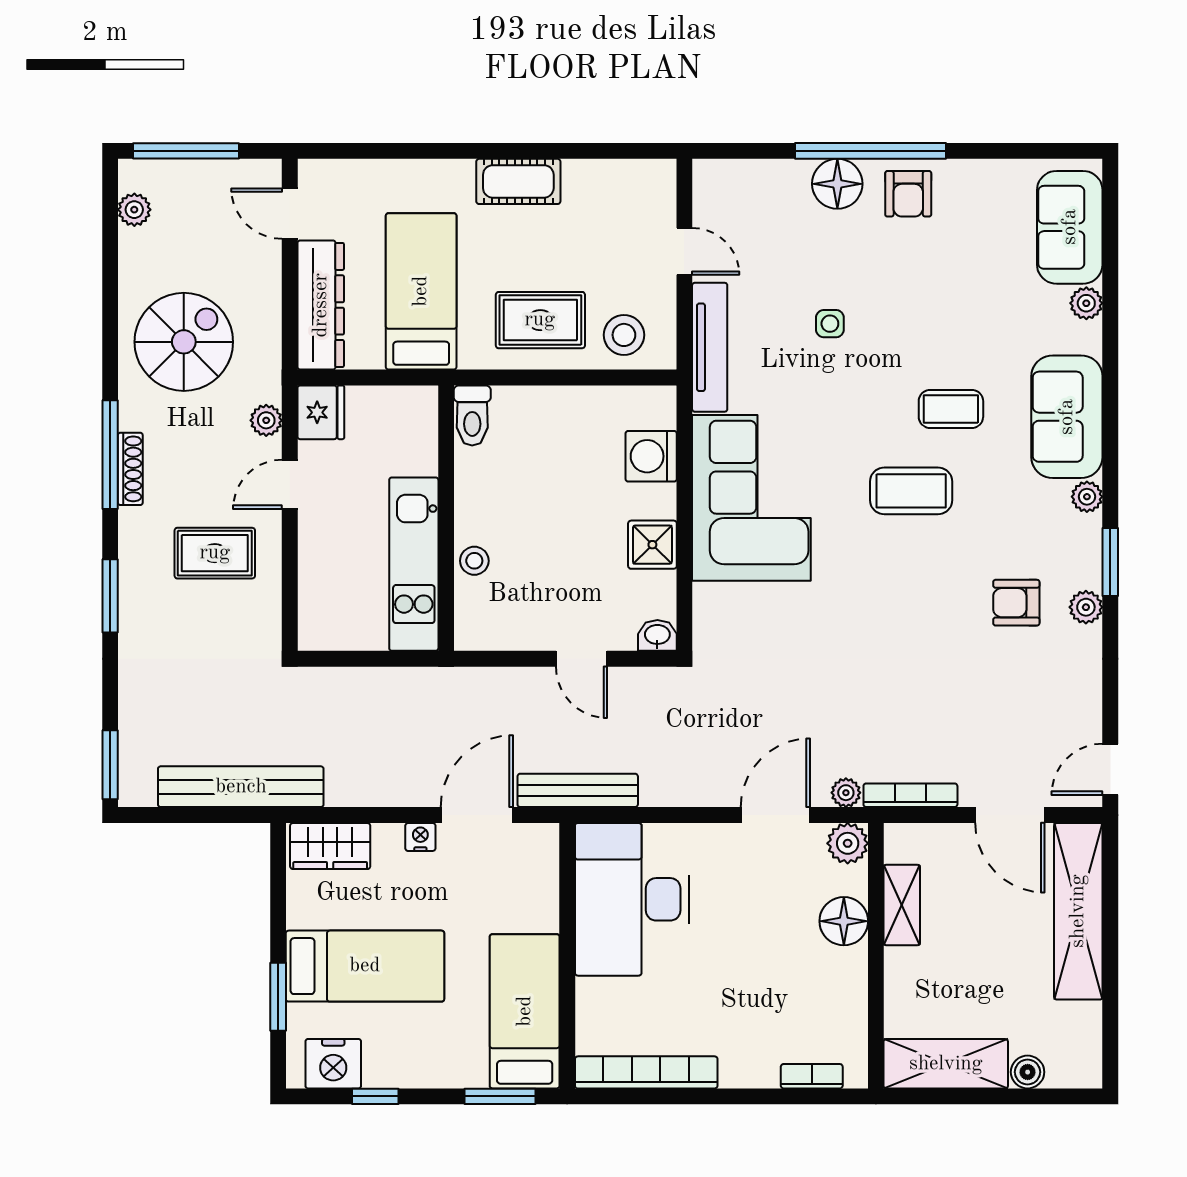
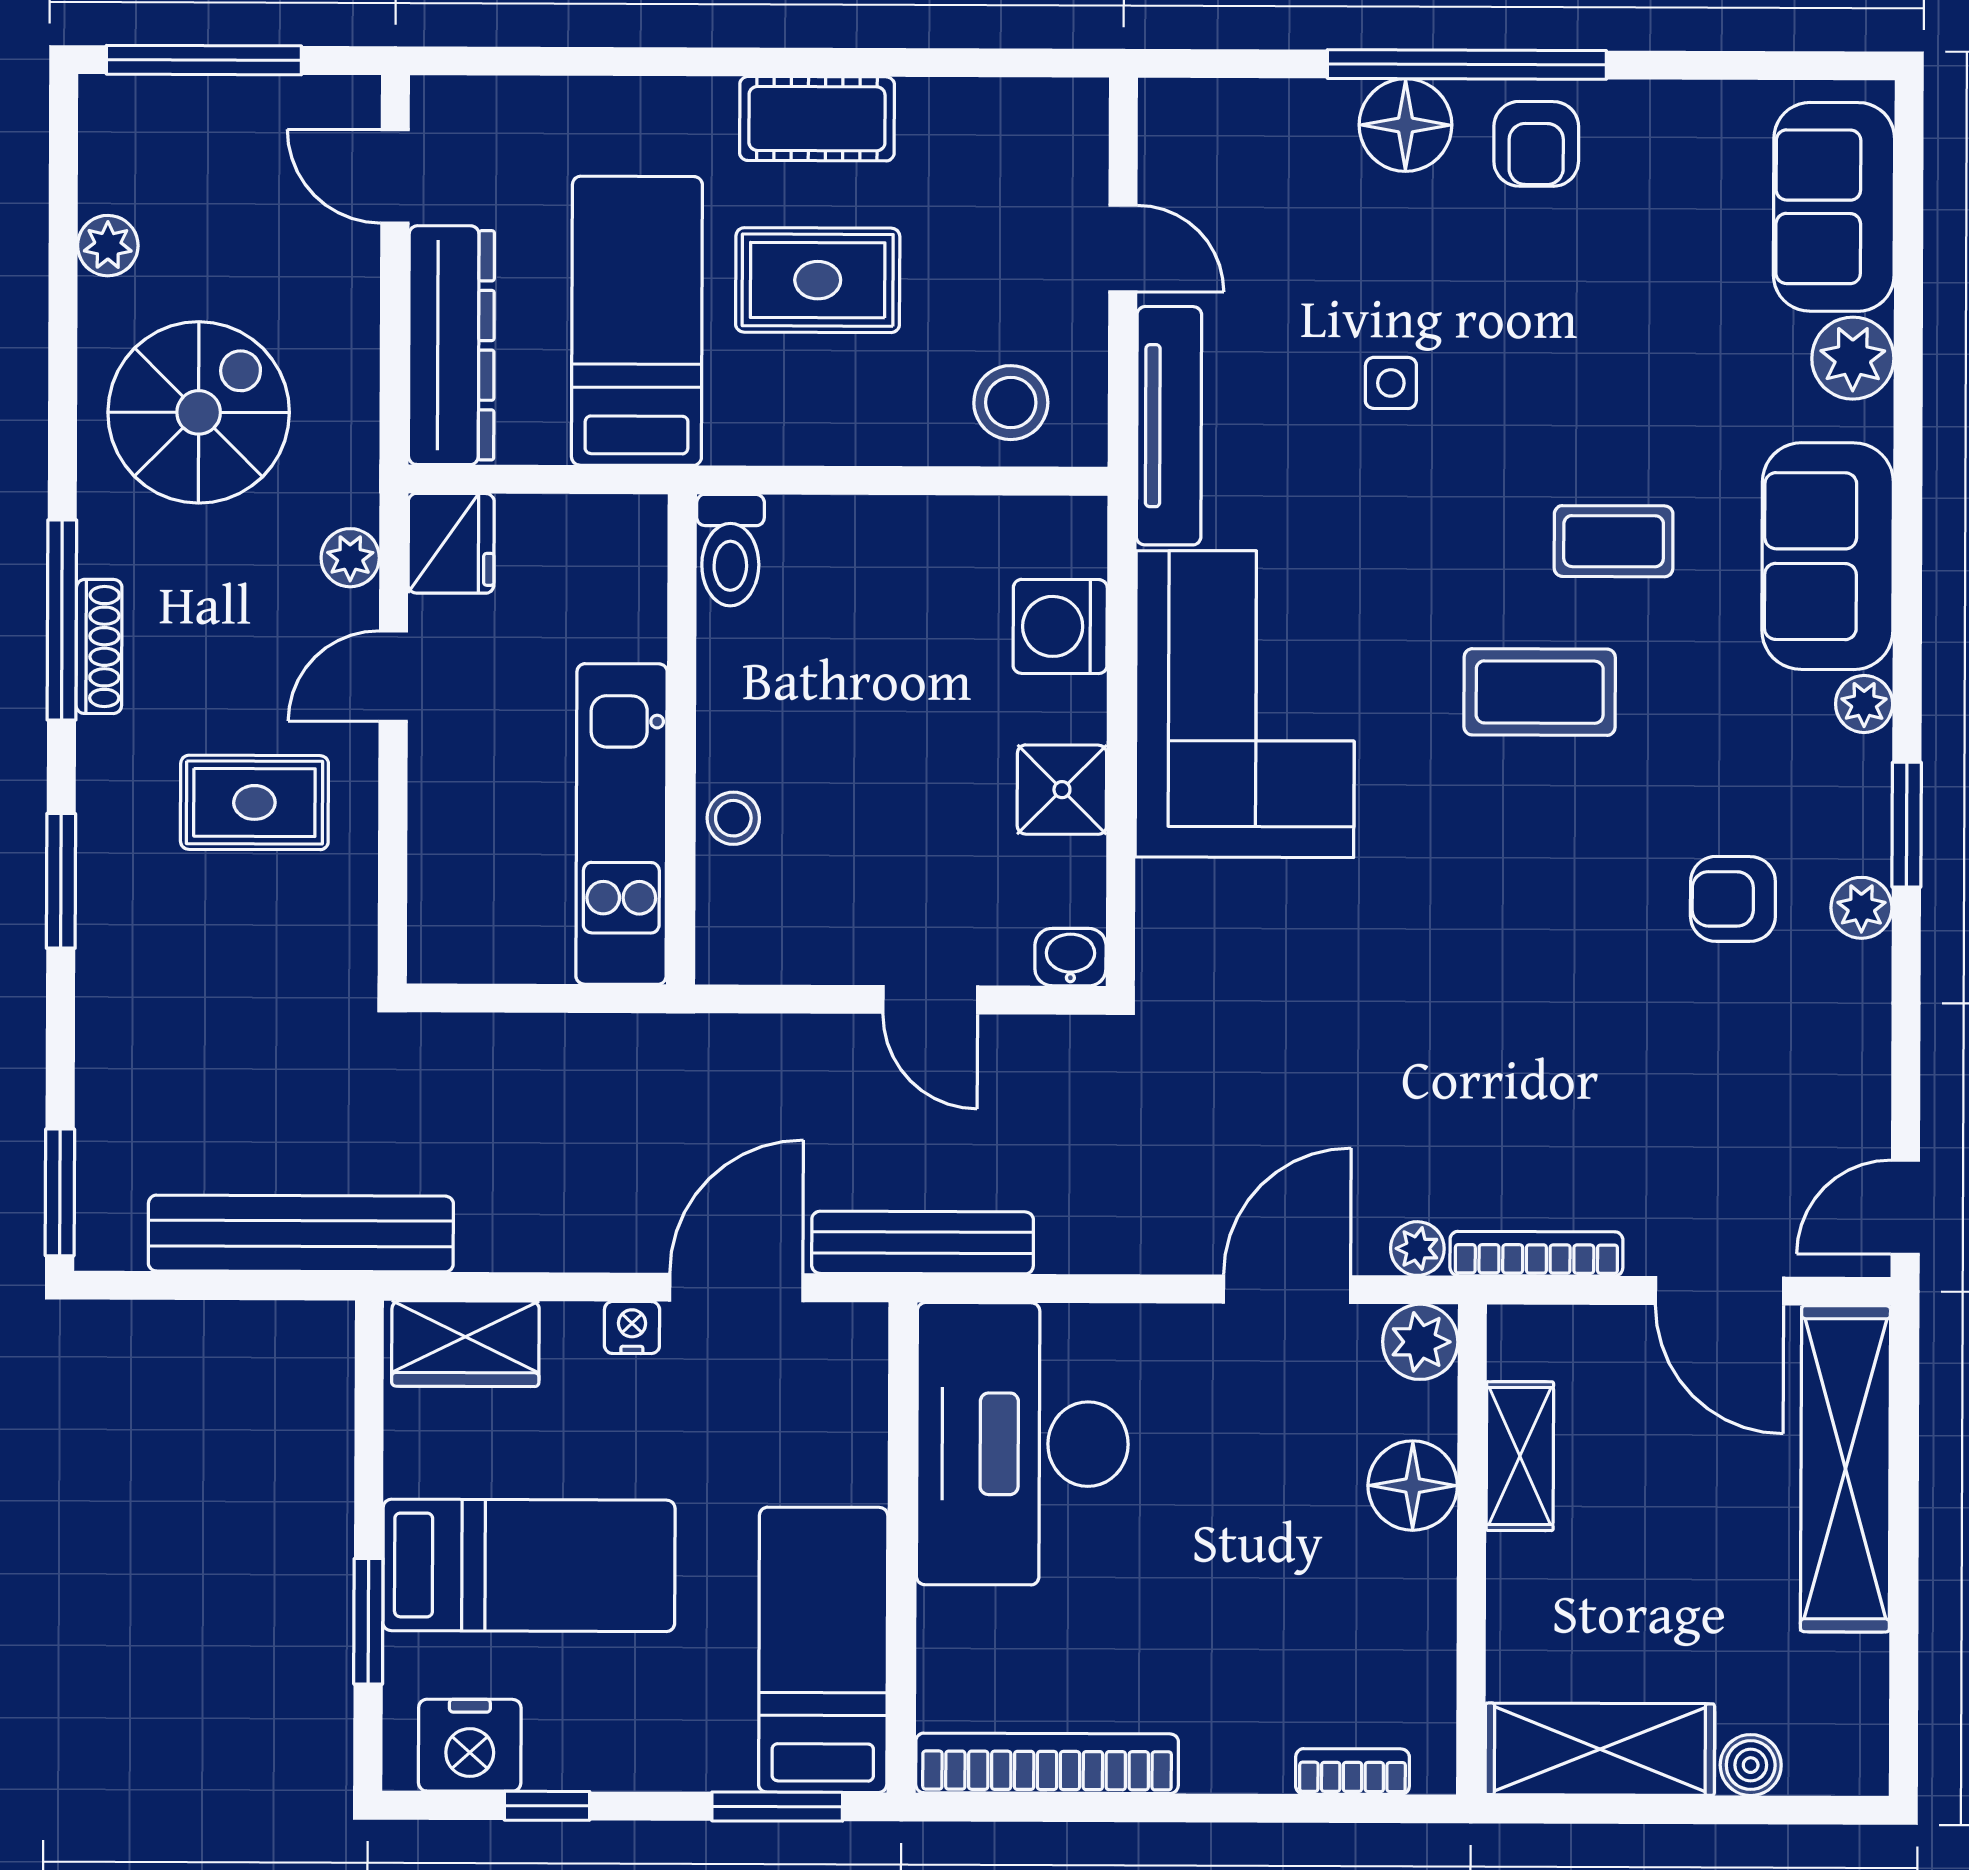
plant: (134, 210) -> (108, 246), moved
plant: (1086, 303) -> (1853, 358), width x1.38, depth x1.38
rug: (540, 320) -> (818, 280), moved

